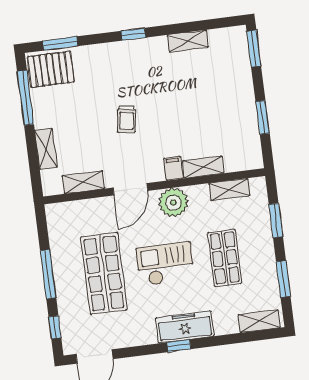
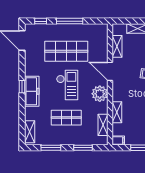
filing cabinet: (173, 168) -> (118, 140), moved

